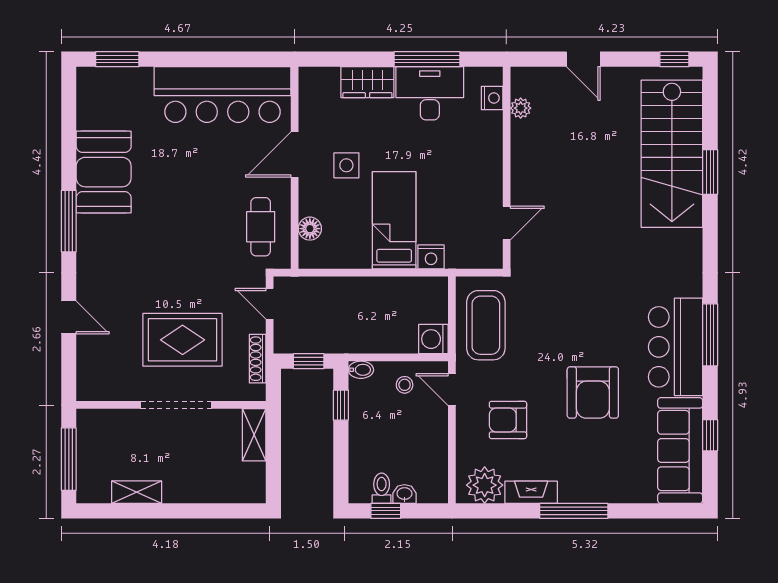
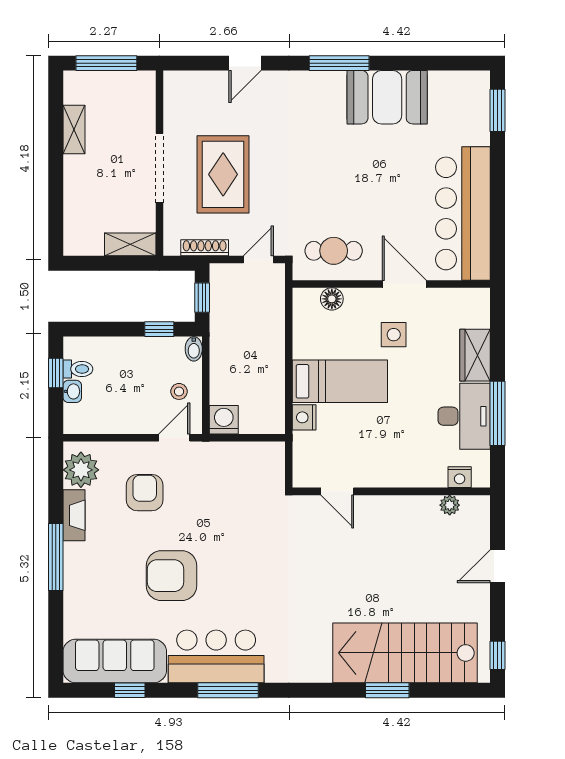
coffee table: (486, 325) -> (237, 471), removed

